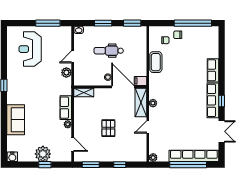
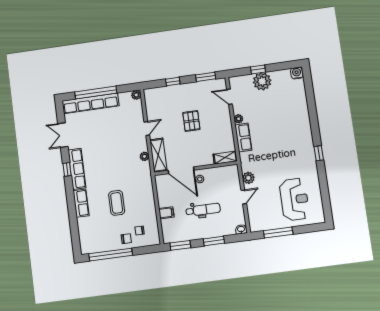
coffee table: (156, 62) -> (117, 203), moved
filing cabinet: (140, 81) -> (166, 213), moved
sofa: (16, 120) -> (299, 116), removed

